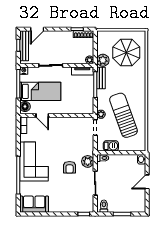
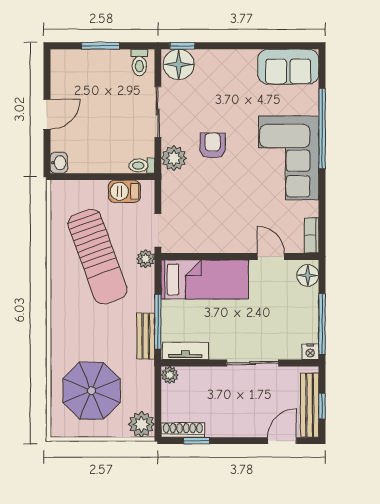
plant: (103, 60) -> (142, 424), moved
bed: (40, 91) -> (205, 279), moved, turned 180
floor lamp: (85, 205) -> (179, 64), added

